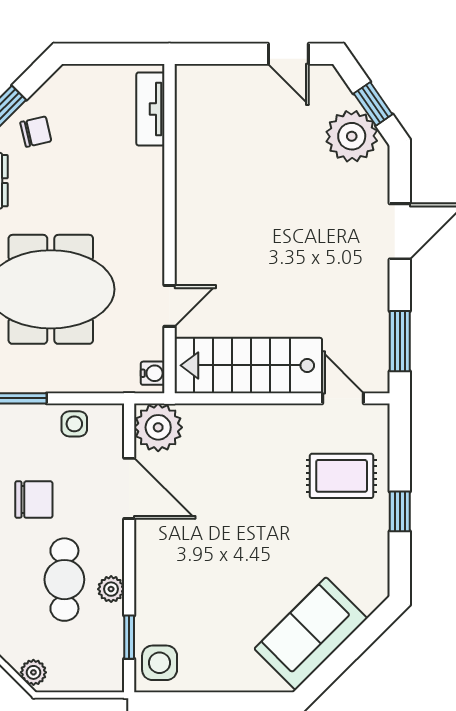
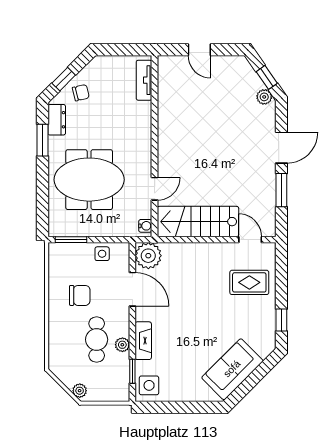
door: (288, 54) -> (199, 50), moved
plant: (352, 136) -> (264, 97), width x0.53, depth x0.53
window: (400, 341) -> (281, 190), moved
window: (400, 511) -> (281, 320), moved
fireplace: (149, 582) -> (143, 341), added

